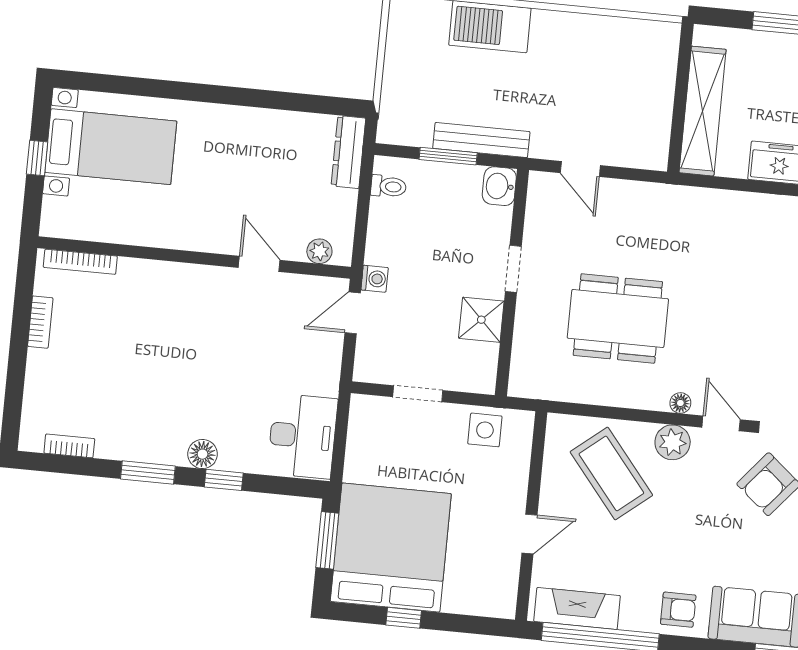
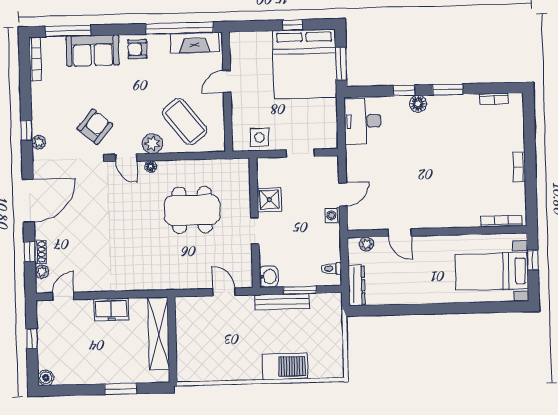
plant: (319, 251) -> (366, 244), moved
wall: (194, 258) -> (437, 232), moved
bookcase: (80, 262) -> (501, 221), moved
door: (259, 264) -> (400, 233), moved

